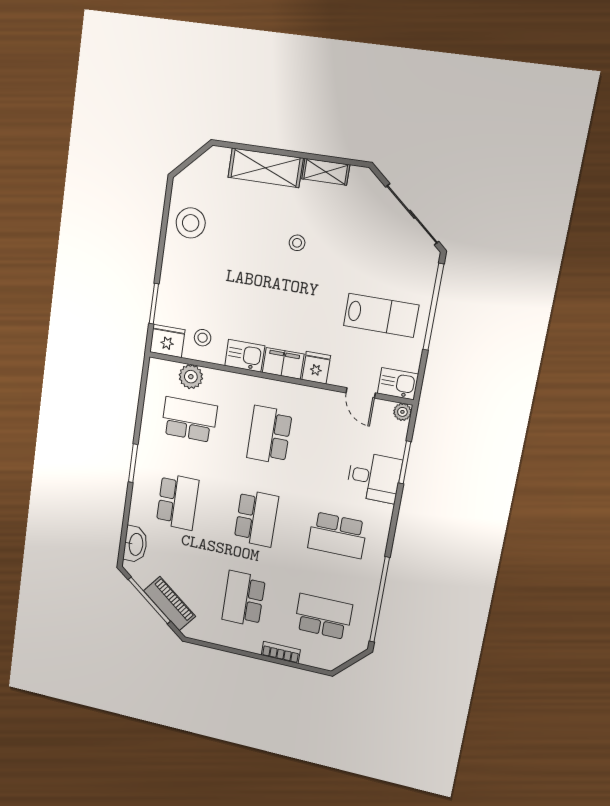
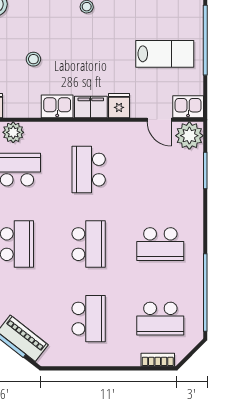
stool: (203, 338) -> (33, 59), moved
plant: (402, 412) -> (189, 136), width x1.88, depth x1.88
desk: (374, 477) -> (182, 188), removed
school desk: (244, 599) -> (89, 319), turned 180
school desk: (323, 617) -> (160, 319), turned 180
bookcase: (281, 652) -> (158, 360), moved

